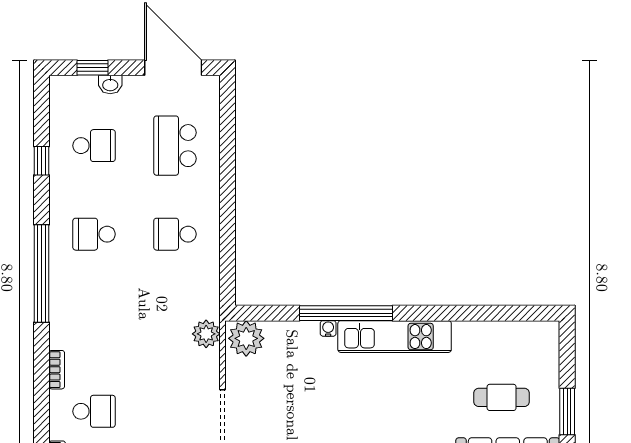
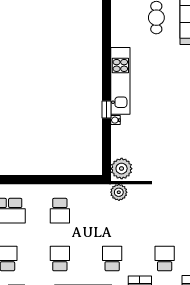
school desk: (94, 234) -> (60, 259), turned 180
window: (346, 313) -> (107, 110), width x0.32
school desk: (94, 323) -> (112, 259), added

